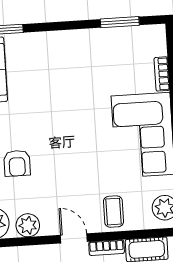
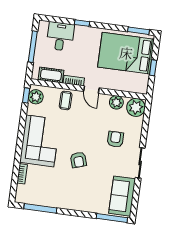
window: (120, 22) -> (40, 208), width x1.44
armchair: (72, 116) -> (78, 160), added

